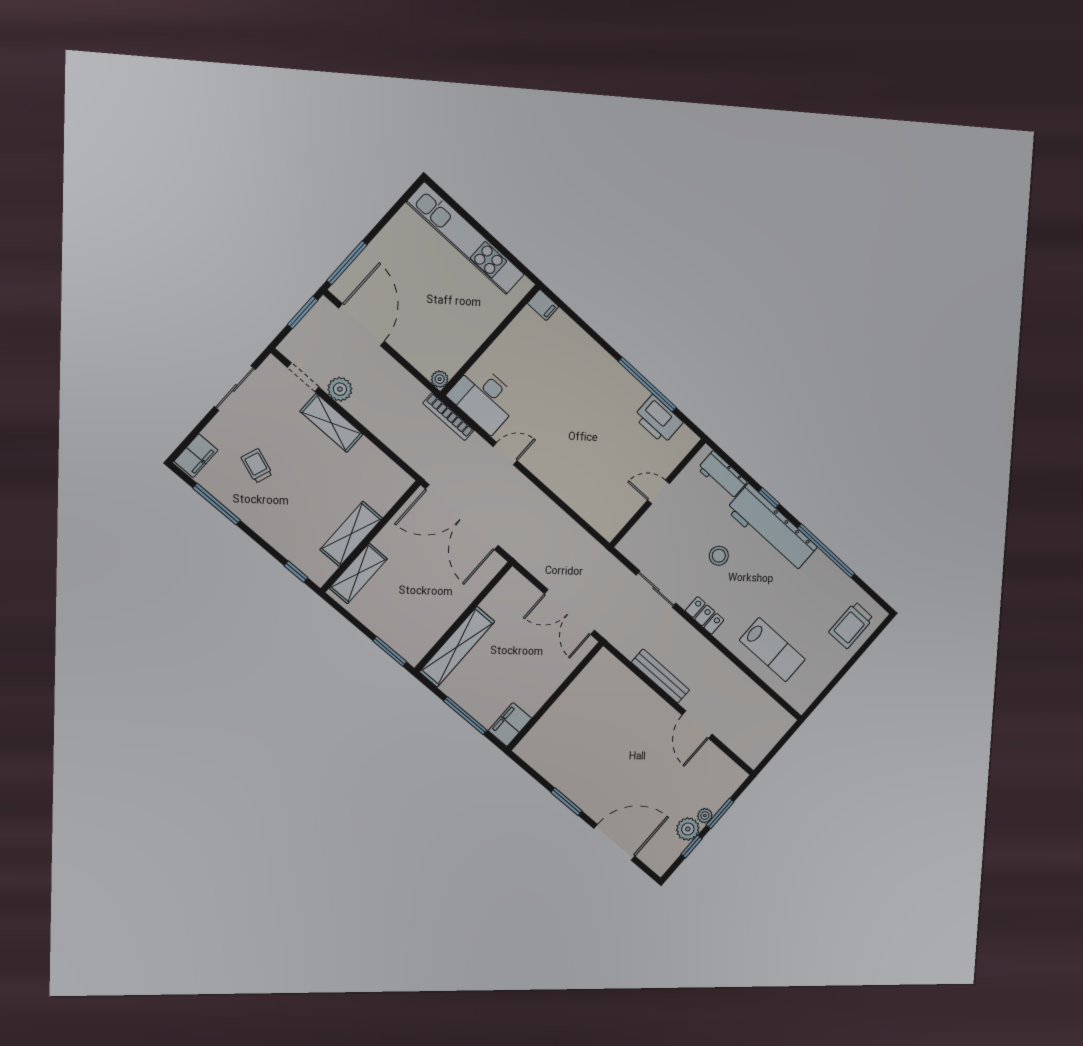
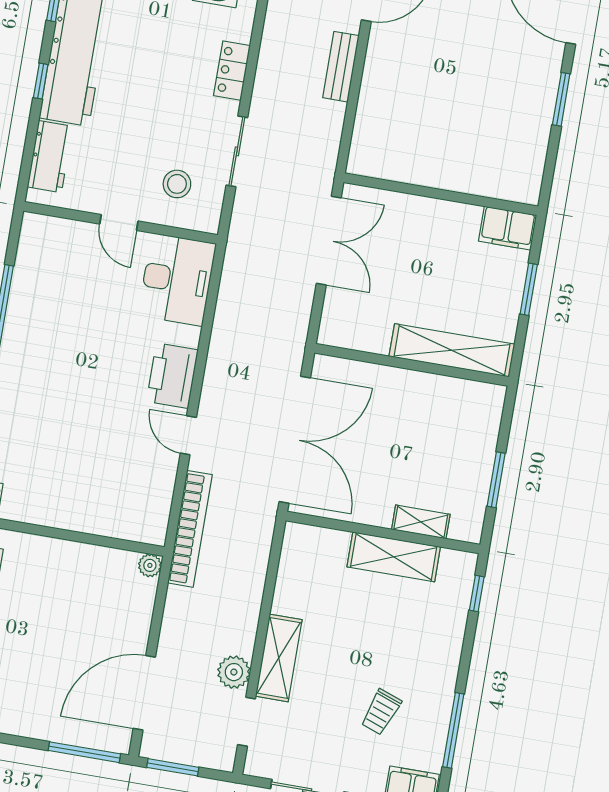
desk: (484, 398) -> (177, 280), moved
bookcase: (448, 417) -> (190, 529), width x1.48, depth x1.31
printer: (658, 420) -> (172, 376), moved, turned 180
stool: (719, 556) -> (177, 184), moved
shelving: (358, 573) -> (421, 522), width x0.67, depth x0.75
window: (390, 651) -> (496, 480), moved
bench: (661, 676) -> (341, 67), width x0.73
window: (465, 716) -> (529, 289), width x0.69

